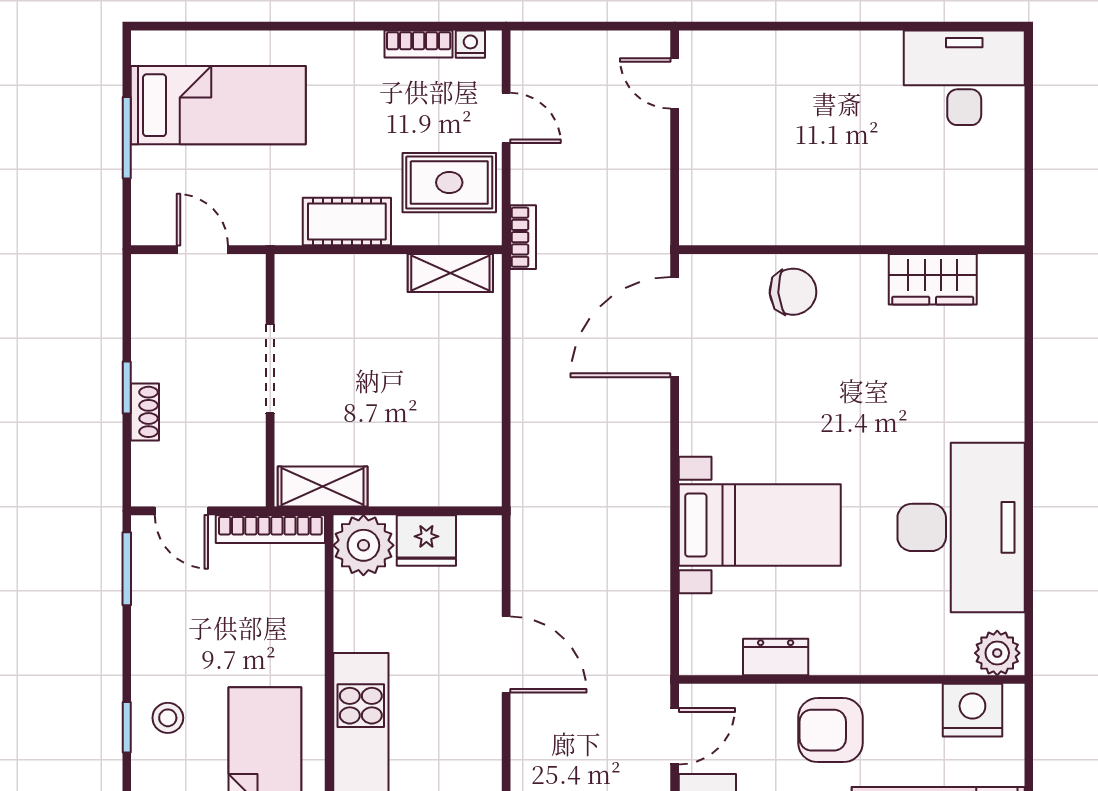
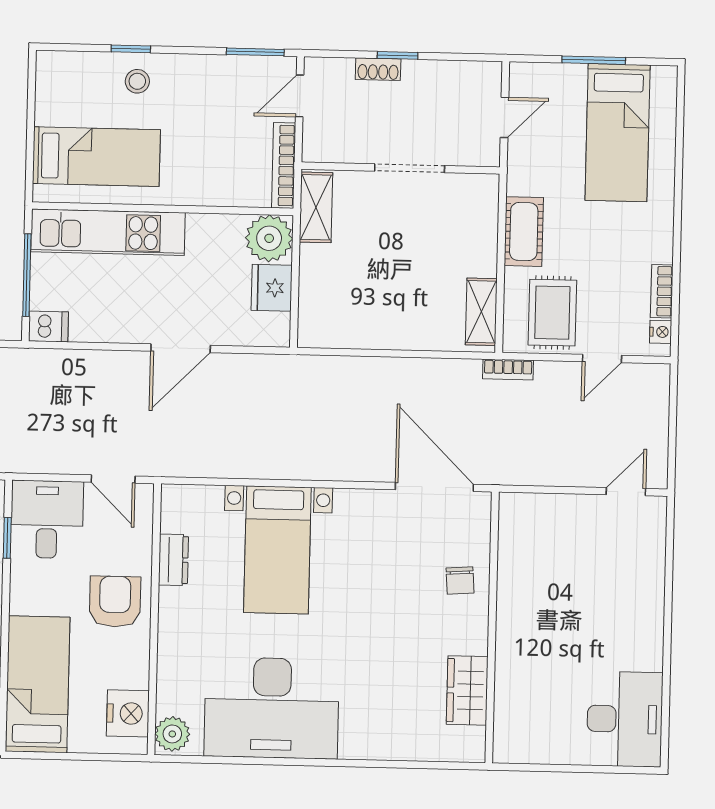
chair: (793, 292) -> (460, 581), width x0.73, depth x0.73

